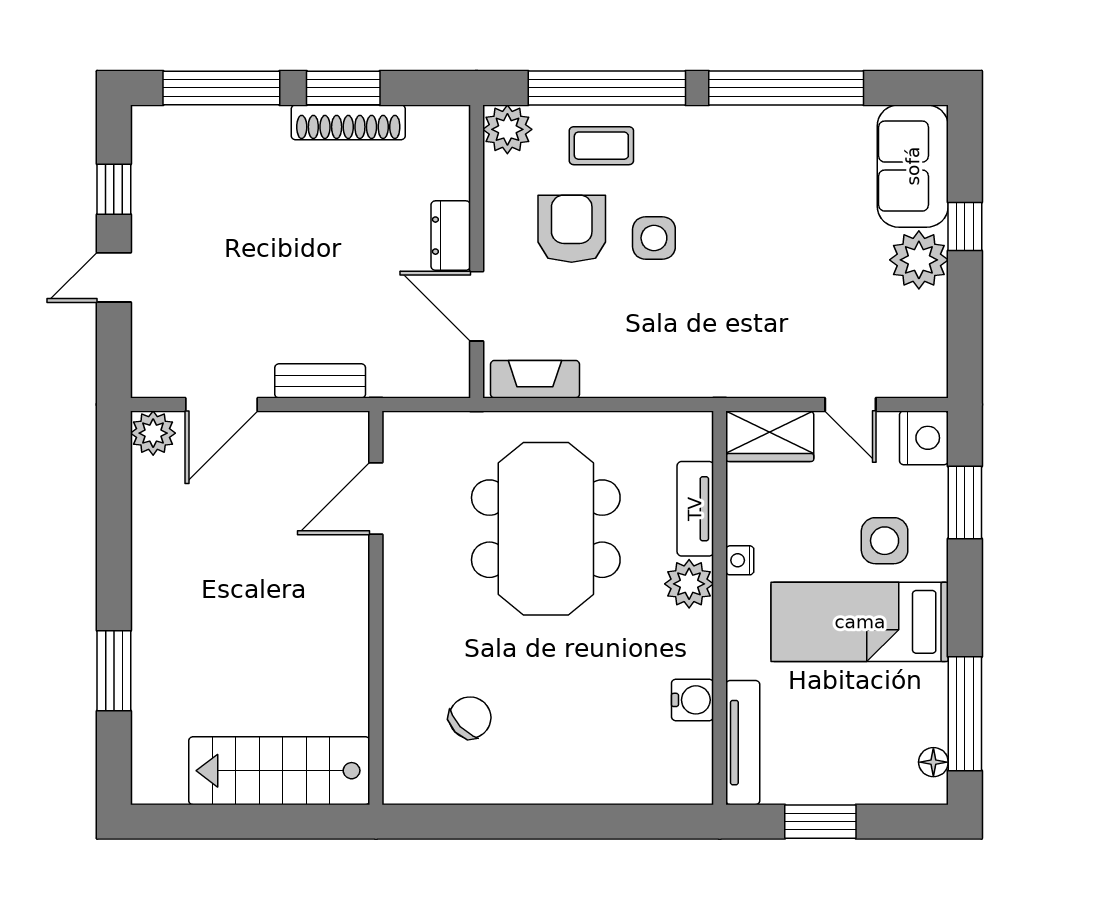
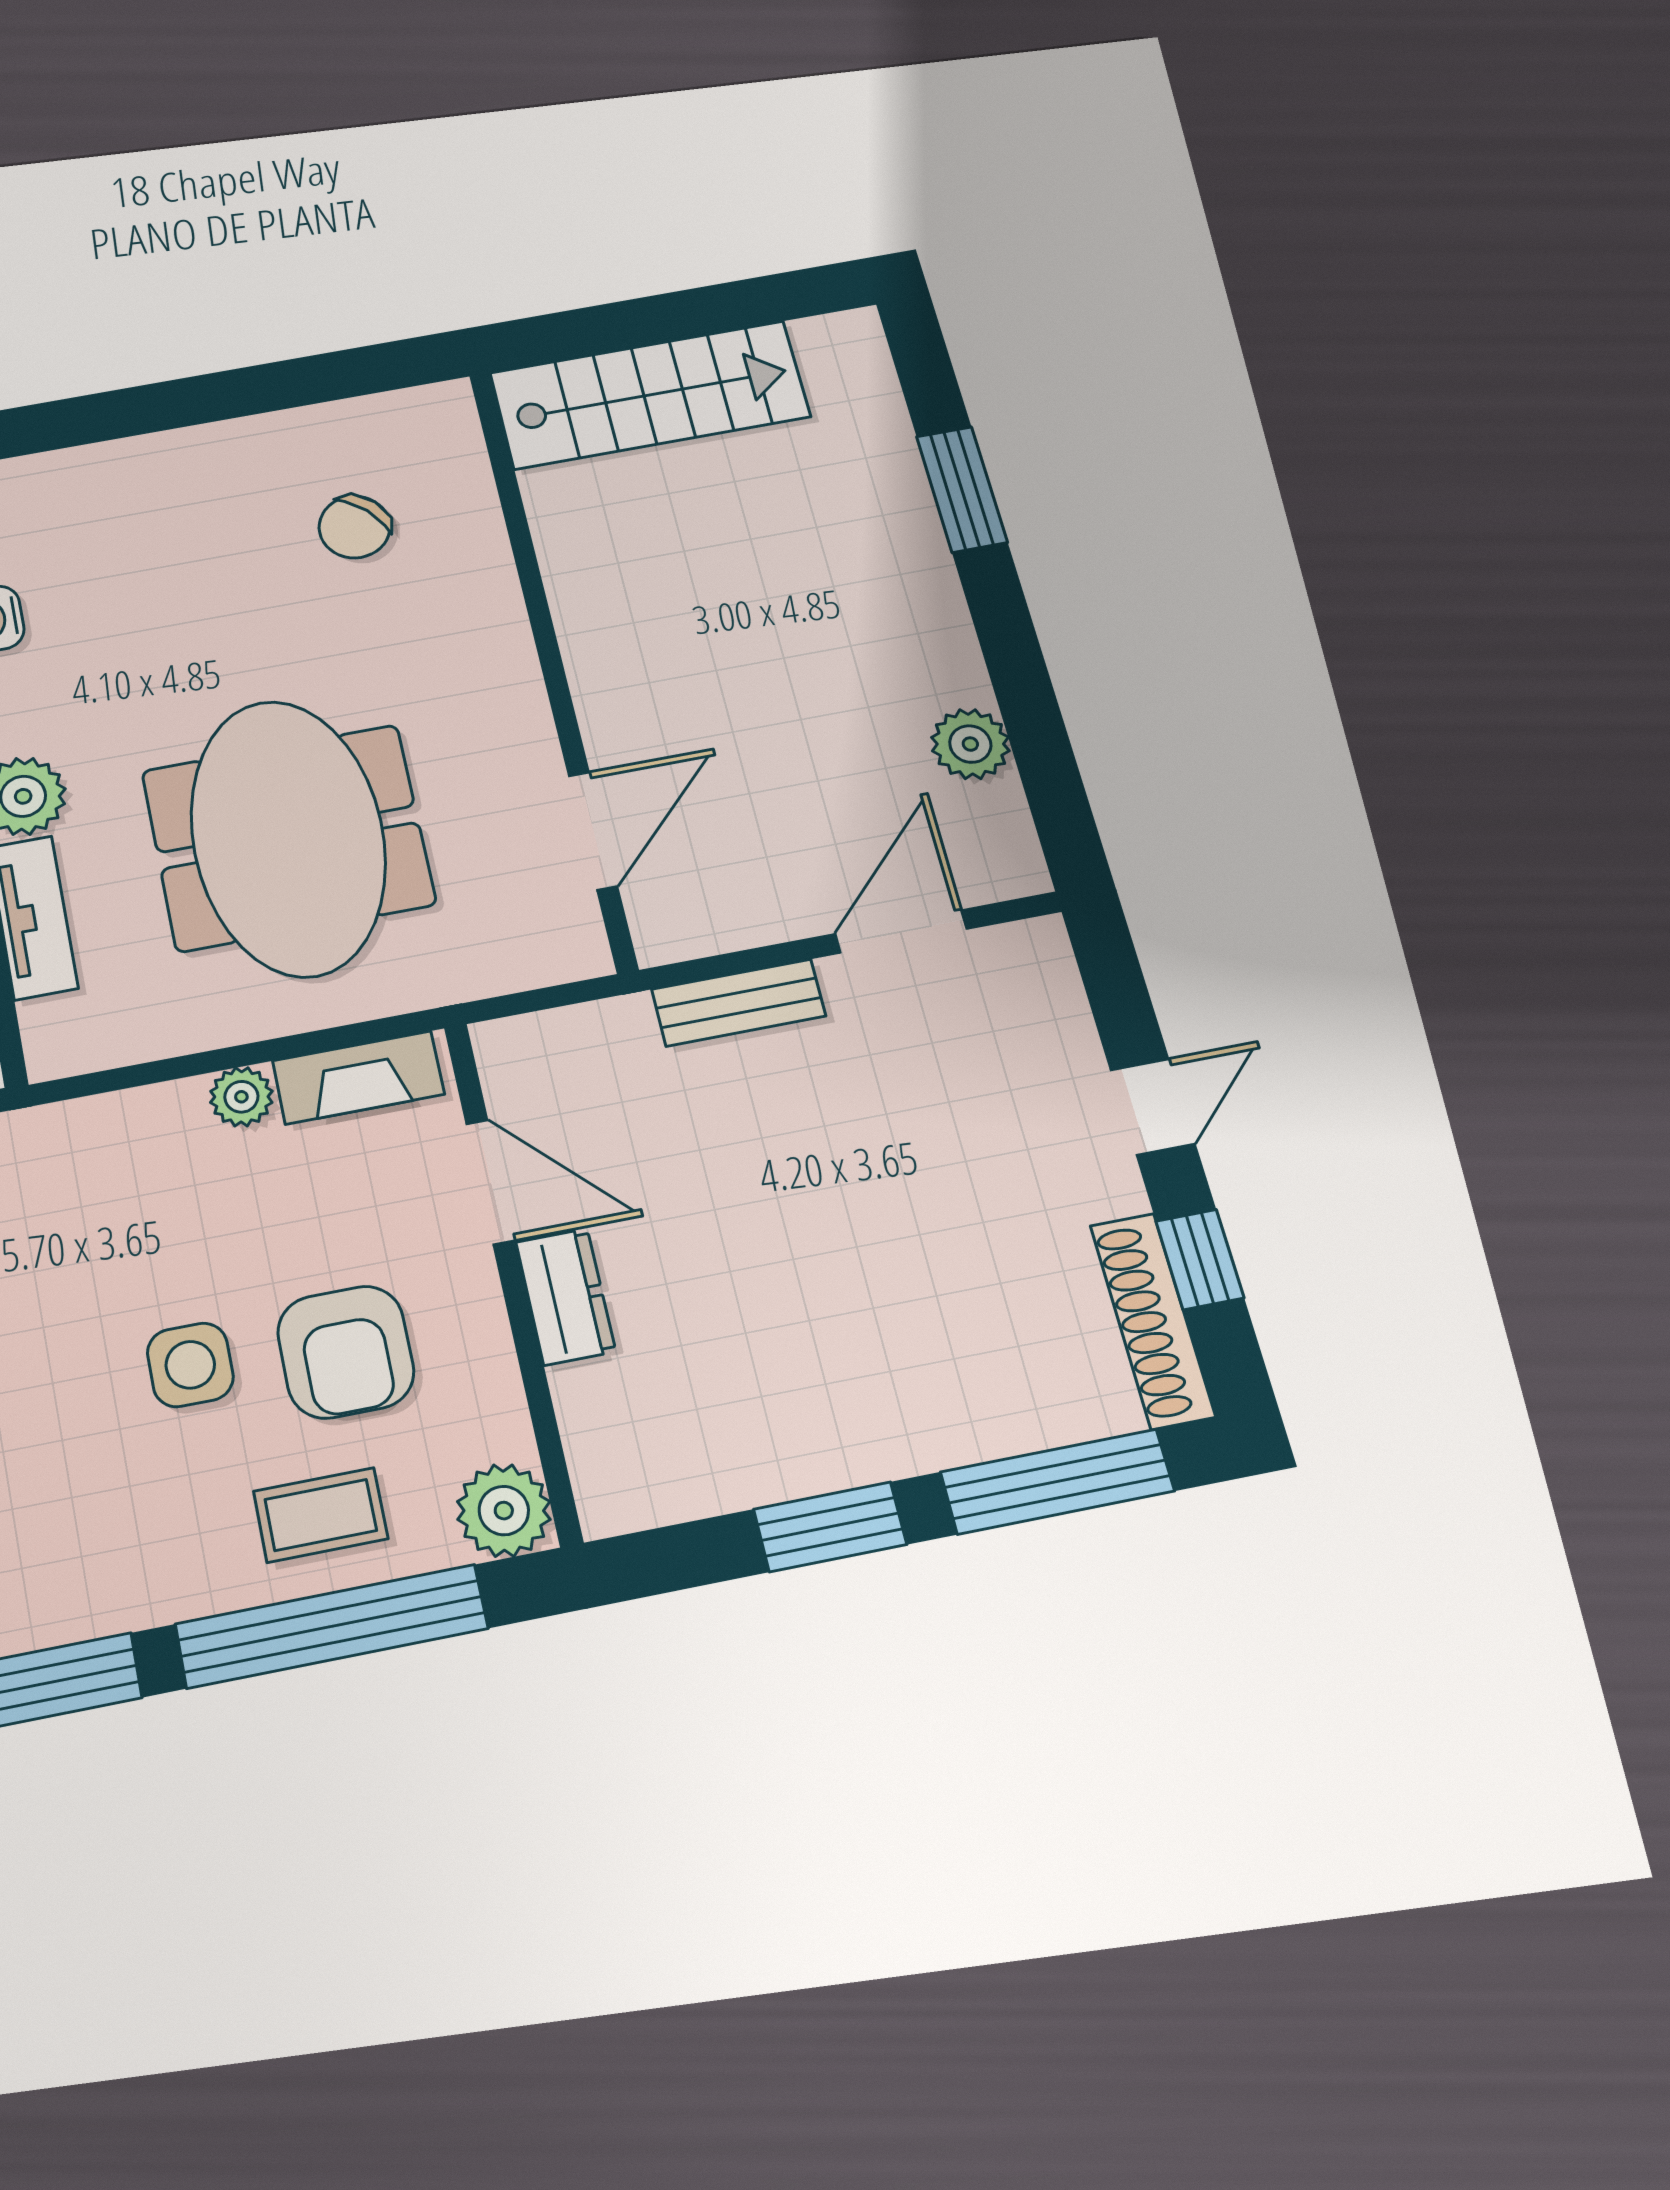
shoe rack: (348, 122) -> (1152, 1320), moved, turned -90
plant: (600, 381) -> (241, 1097), added
plant: (153, 433) -> (970, 744), moved

